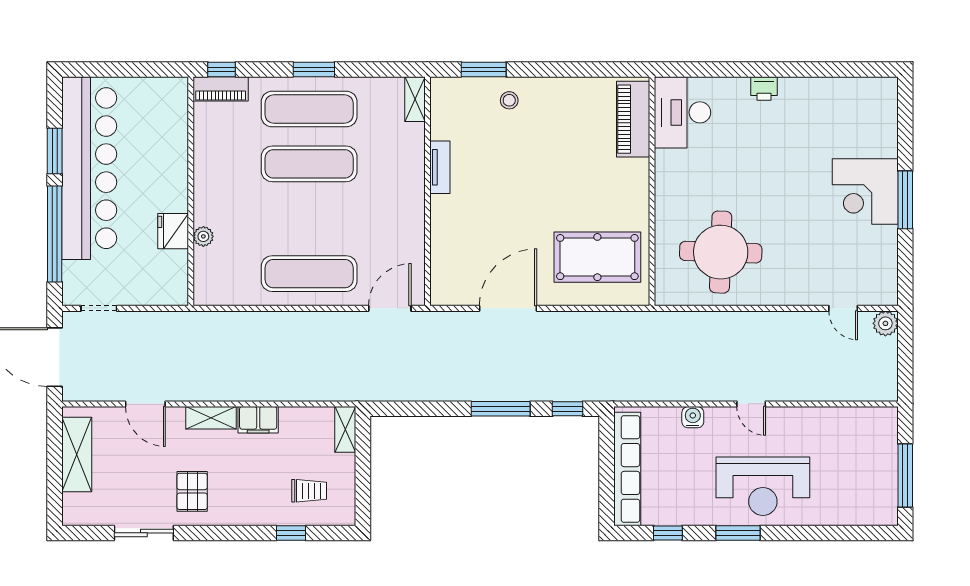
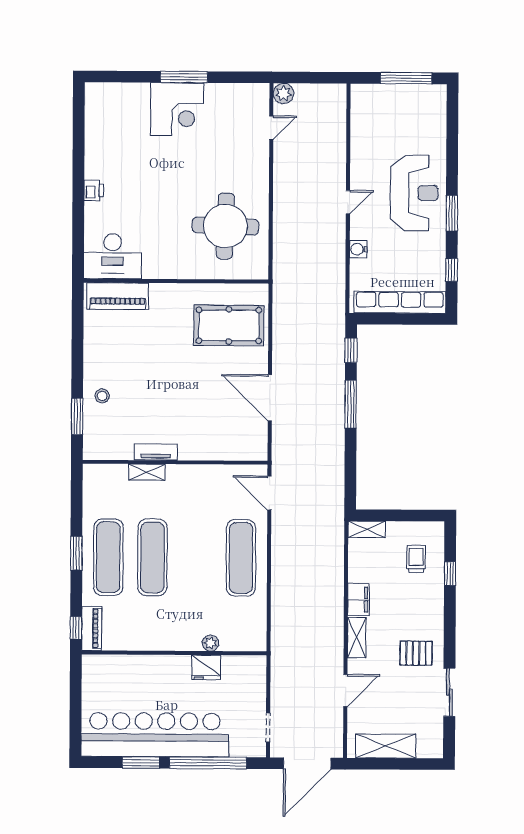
shelving: (415, 99) -> (147, 472), moved
pool table: (597, 257) -> (229, 325), turned 90

